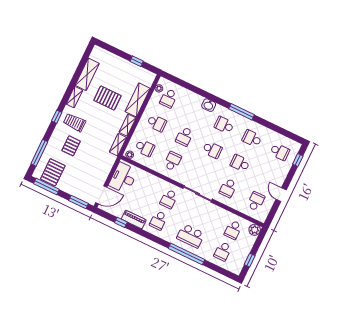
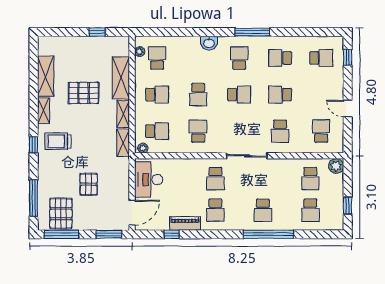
school desk: (169, 98) -> (157, 58), turned 180
school desk: (224, 125) -> (239, 58), turned 90
pallet: (71, 146) -> (89, 184), moved
school desk: (191, 236) -> (263, 210), width x0.54

